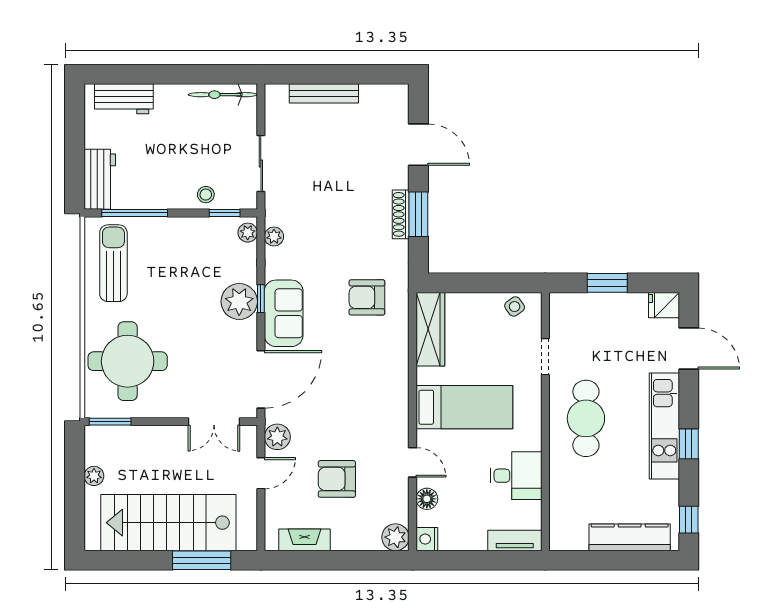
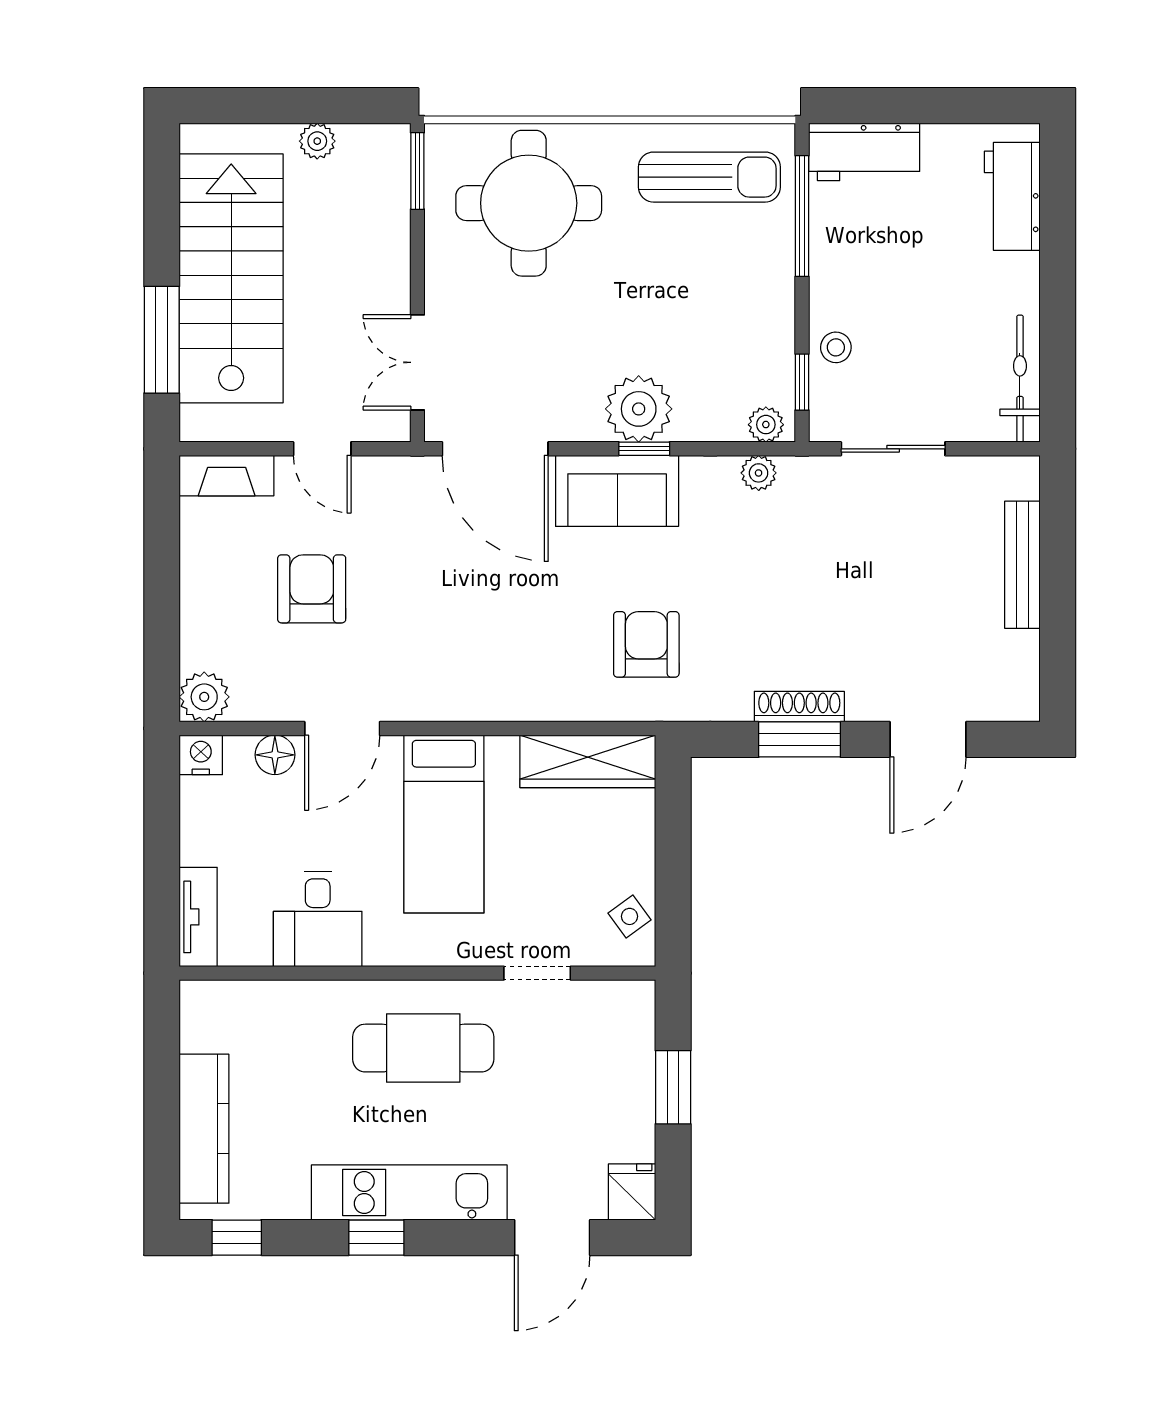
plant: (277, 437) -> (389, 479), removed
door: (413, 462) -> (342, 728), width x1.38
fireplace: (305, 540) -> (227, 476), moved, turned 90

